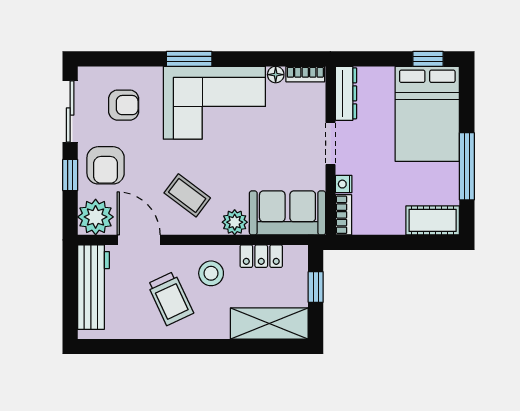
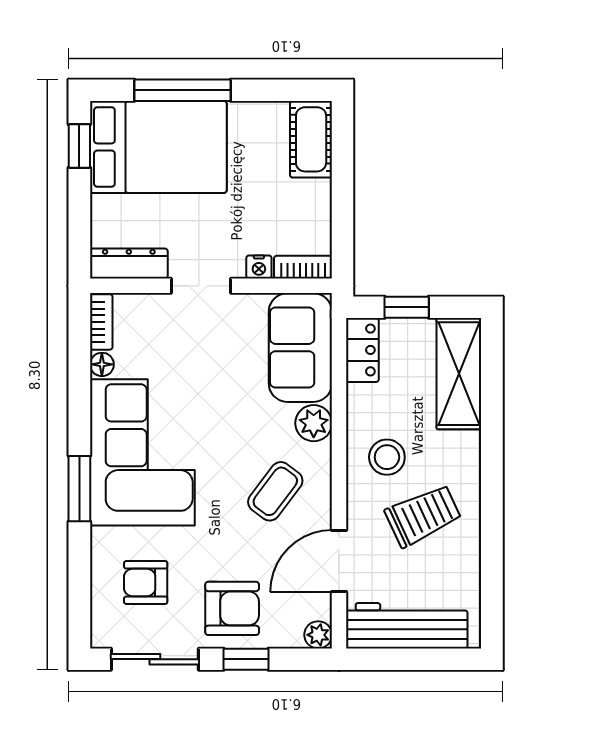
armchair: (124, 105) -> (146, 583), turned -90
window: (467, 166) -> (182, 90), moved
plant: (96, 217) -> (318, 635), width x0.53, depth x0.53
locker: (261, 256) -> (362, 350), moved

